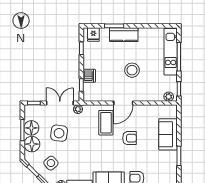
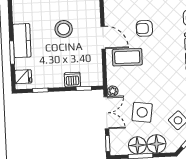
double door: (60, 103) -> (106, 113), swing flipped
armchair: (130, 138) -> (144, 28), turned -90

